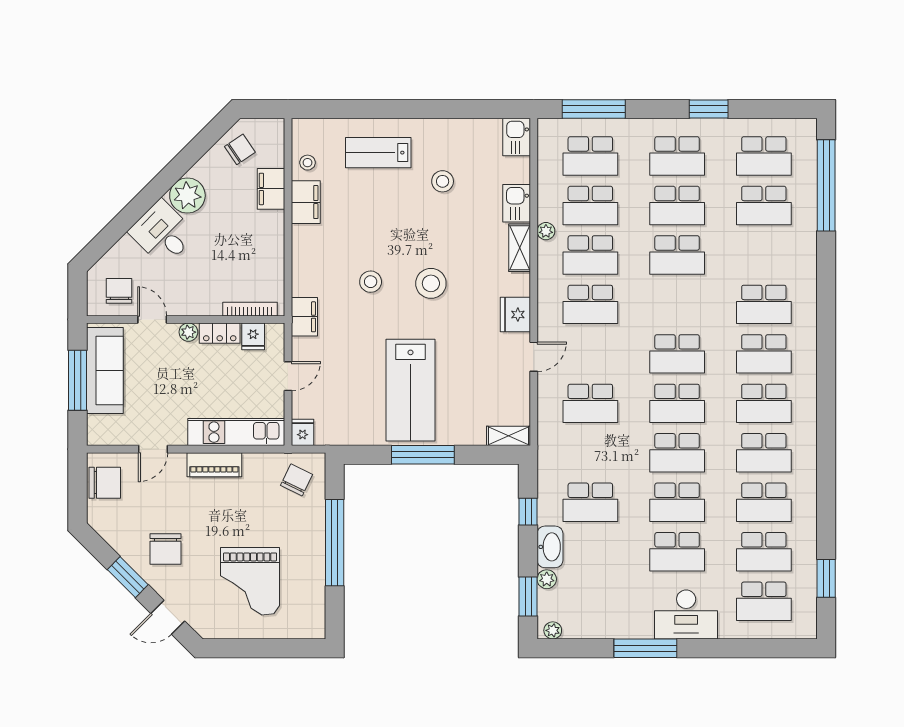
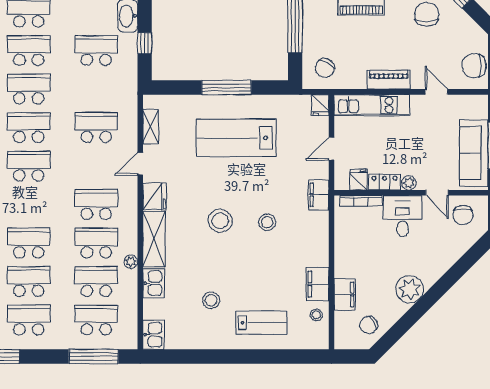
desk: (163, 233) -> (403, 216), moved, turned -135
shelving: (520, 248) -> (154, 239), width x1.50, depth x1.33
lab bench: (410, 390) -> (236, 138), turned -90
shelving: (508, 436) -> (151, 126), moved, turned 90
door: (153, 449) -> (436, 92), hinge flipped

